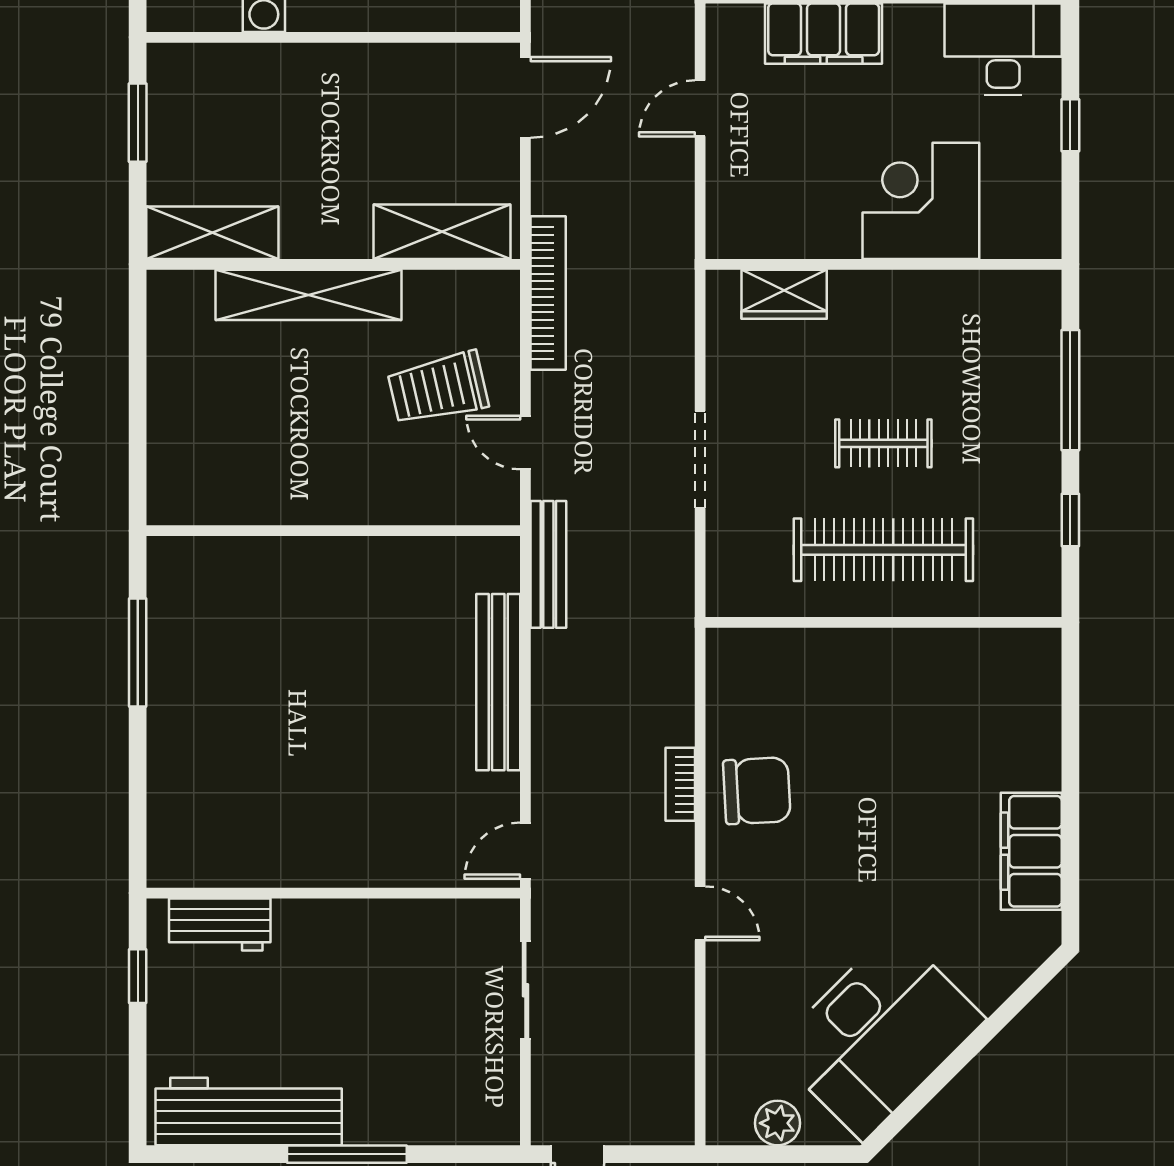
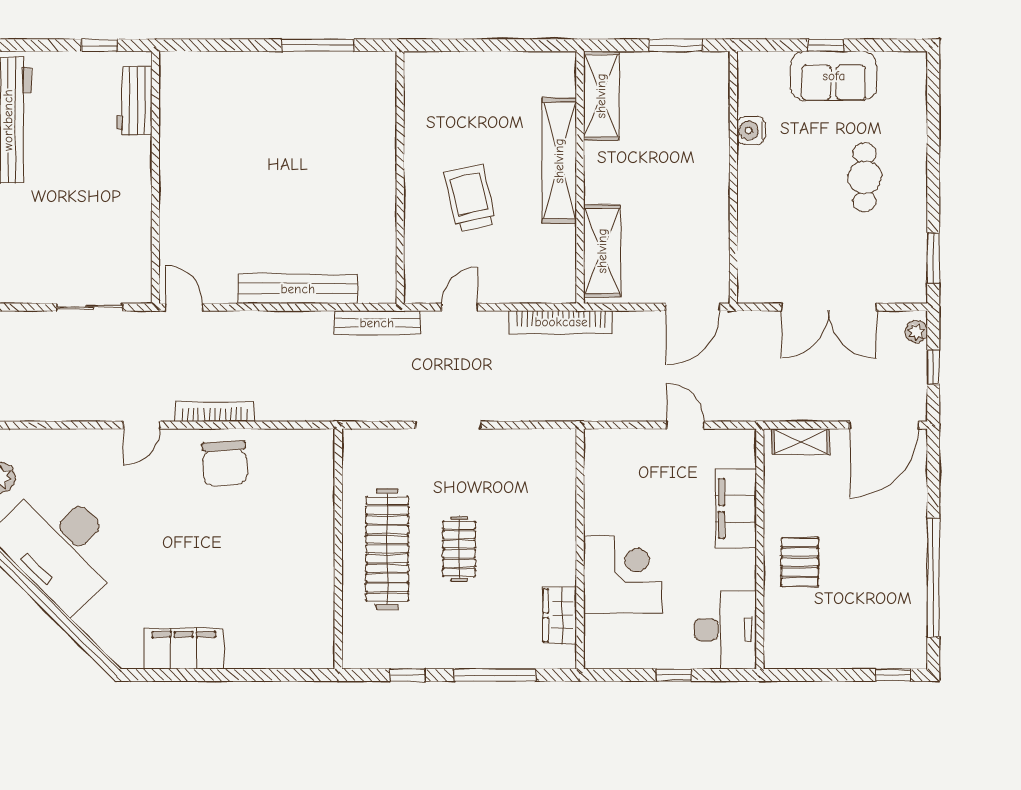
door: (525, 97) -> (693, 307), hinge flipped
wardrobe: (784, 294) -> (560, 615), moved
trolley: (438, 388) -> (470, 198), moved
bookcase: (680, 784) -> (215, 412), width x1.56

